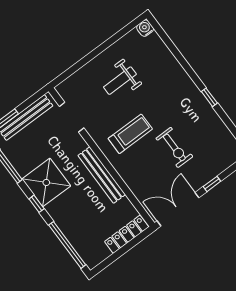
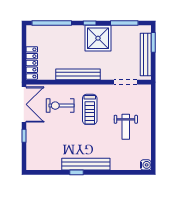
weight bench: (120, 81) -> (126, 127), turned 180
bench: (193, 94) -> (86, 164), added
exercise bike: (174, 147) -> (60, 106), moved

